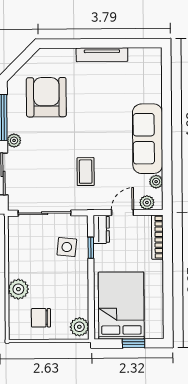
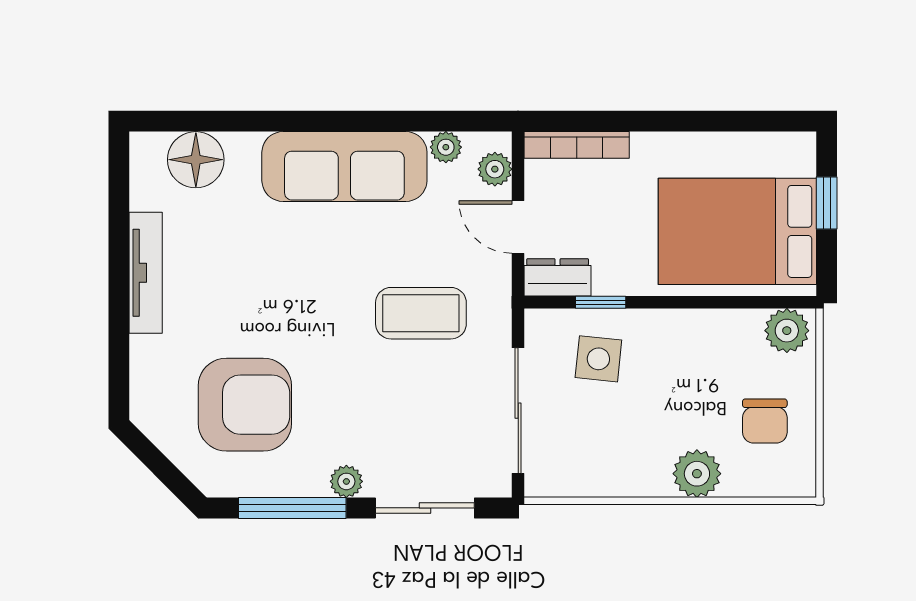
floor lamp: (150, 76) -> (196, 160), added
armchair: (46, 97) -> (245, 405), turned 180
coffee table: (86, 172) -> (421, 313), width x1.36, depth x1.30

